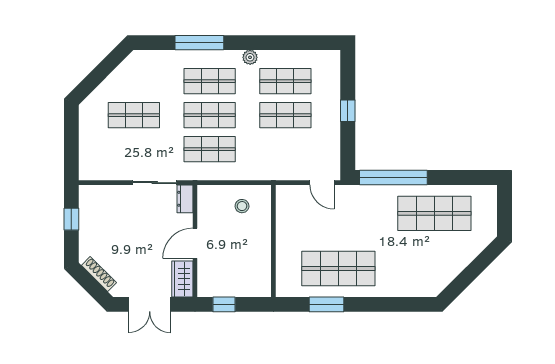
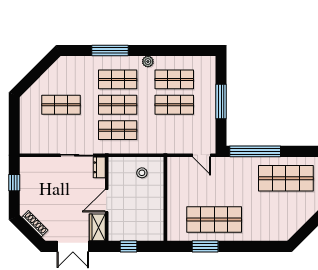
window: (348, 111) -> (221, 101), width x2.17

